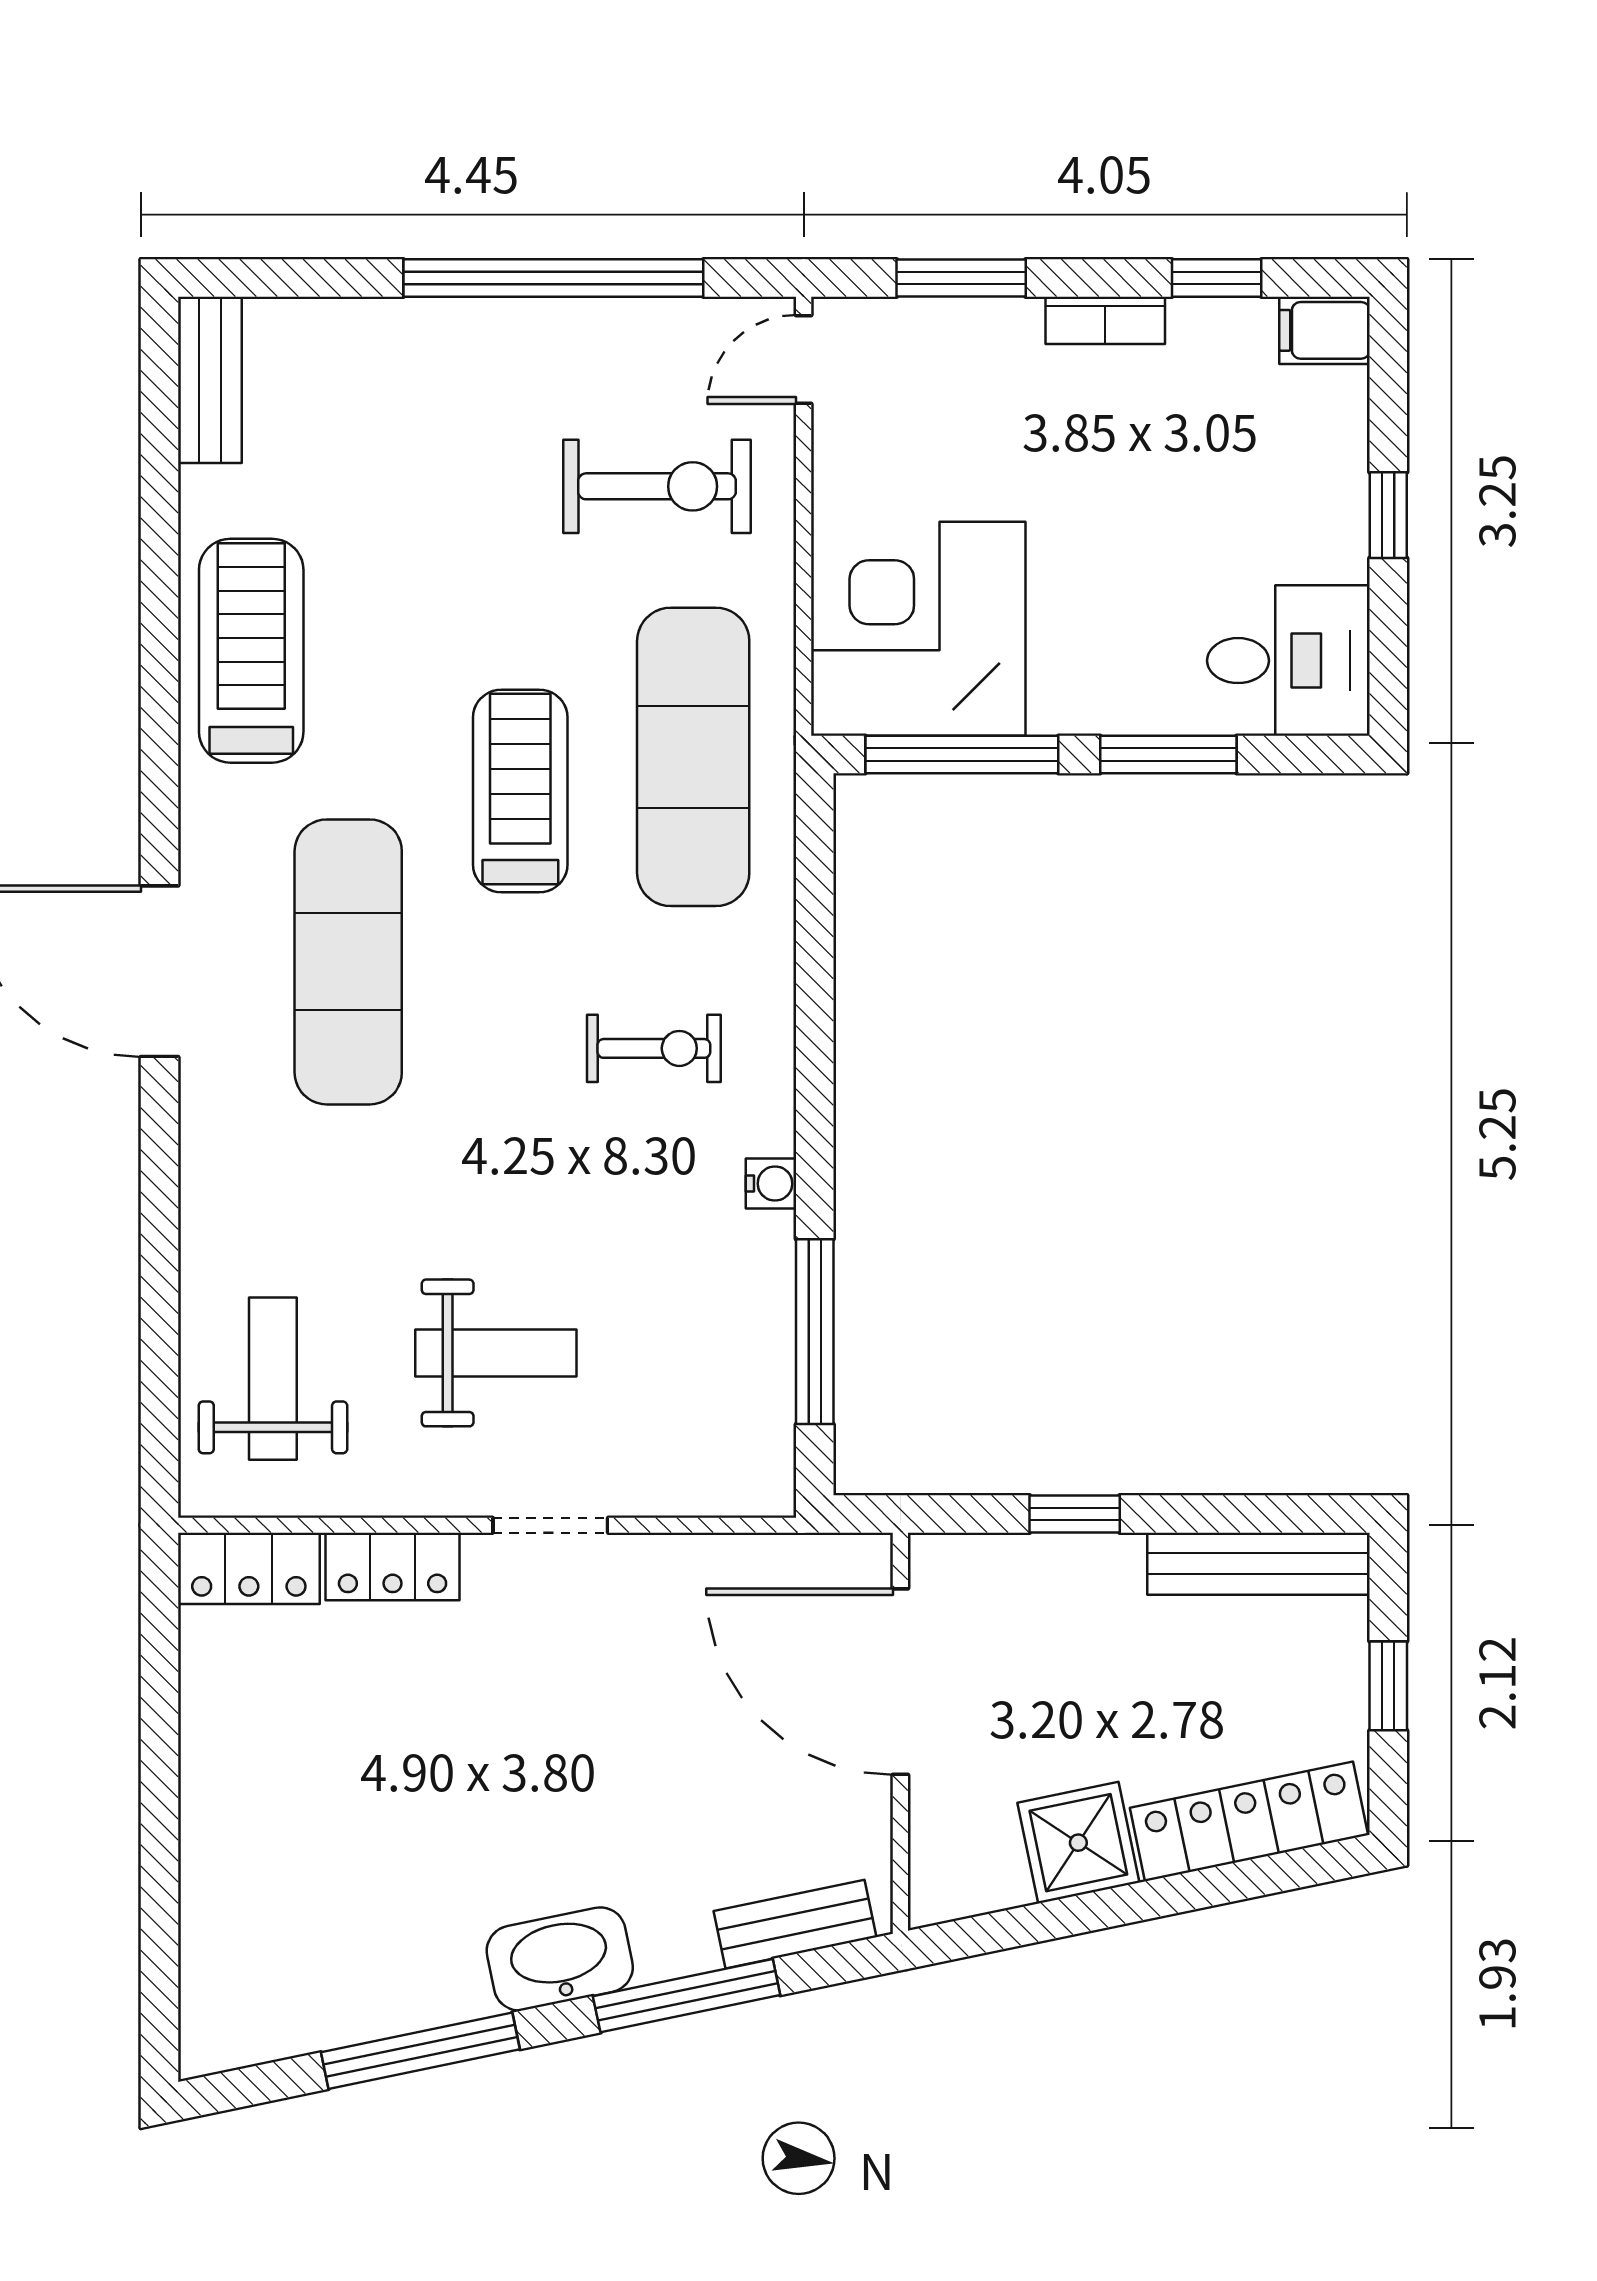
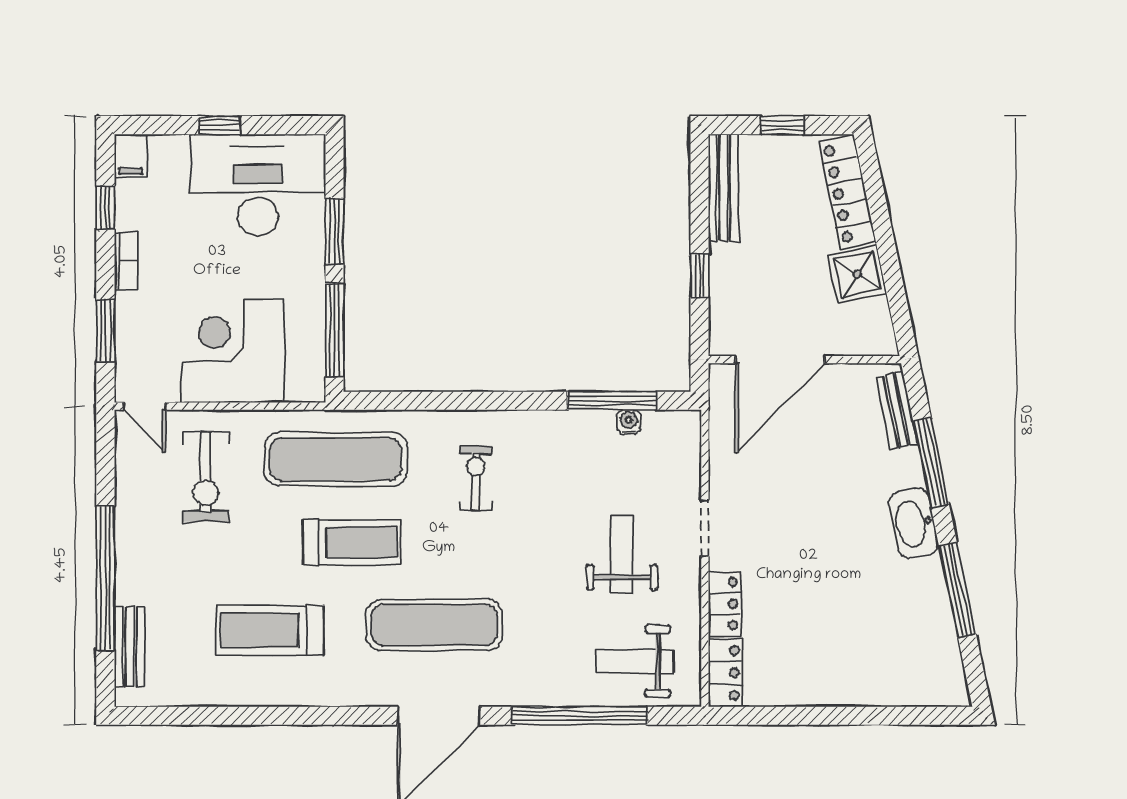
window: (553, 278) -> (105, 578), moved
bench: (210, 380) -> (130, 647), moved, turned 90
exercise bike: (657, 486) -> (206, 477), turned 180
corner desk: (918, 629) -> (233, 351), moved, turned 90
treadmill: (251, 651) -> (270, 631), moved
desk: (1288, 661) -> (258, 185), width x1.87, depth x1.30
treadmill: (520, 791) -> (352, 542), turned 180
water cooler: (771, 1184) -> (629, 422), moved
window: (159, 1265) -> (580, 716), added

